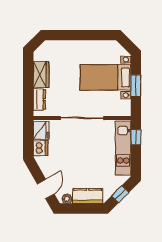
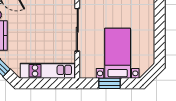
window: (136, 137) -> (58, 83), removed

